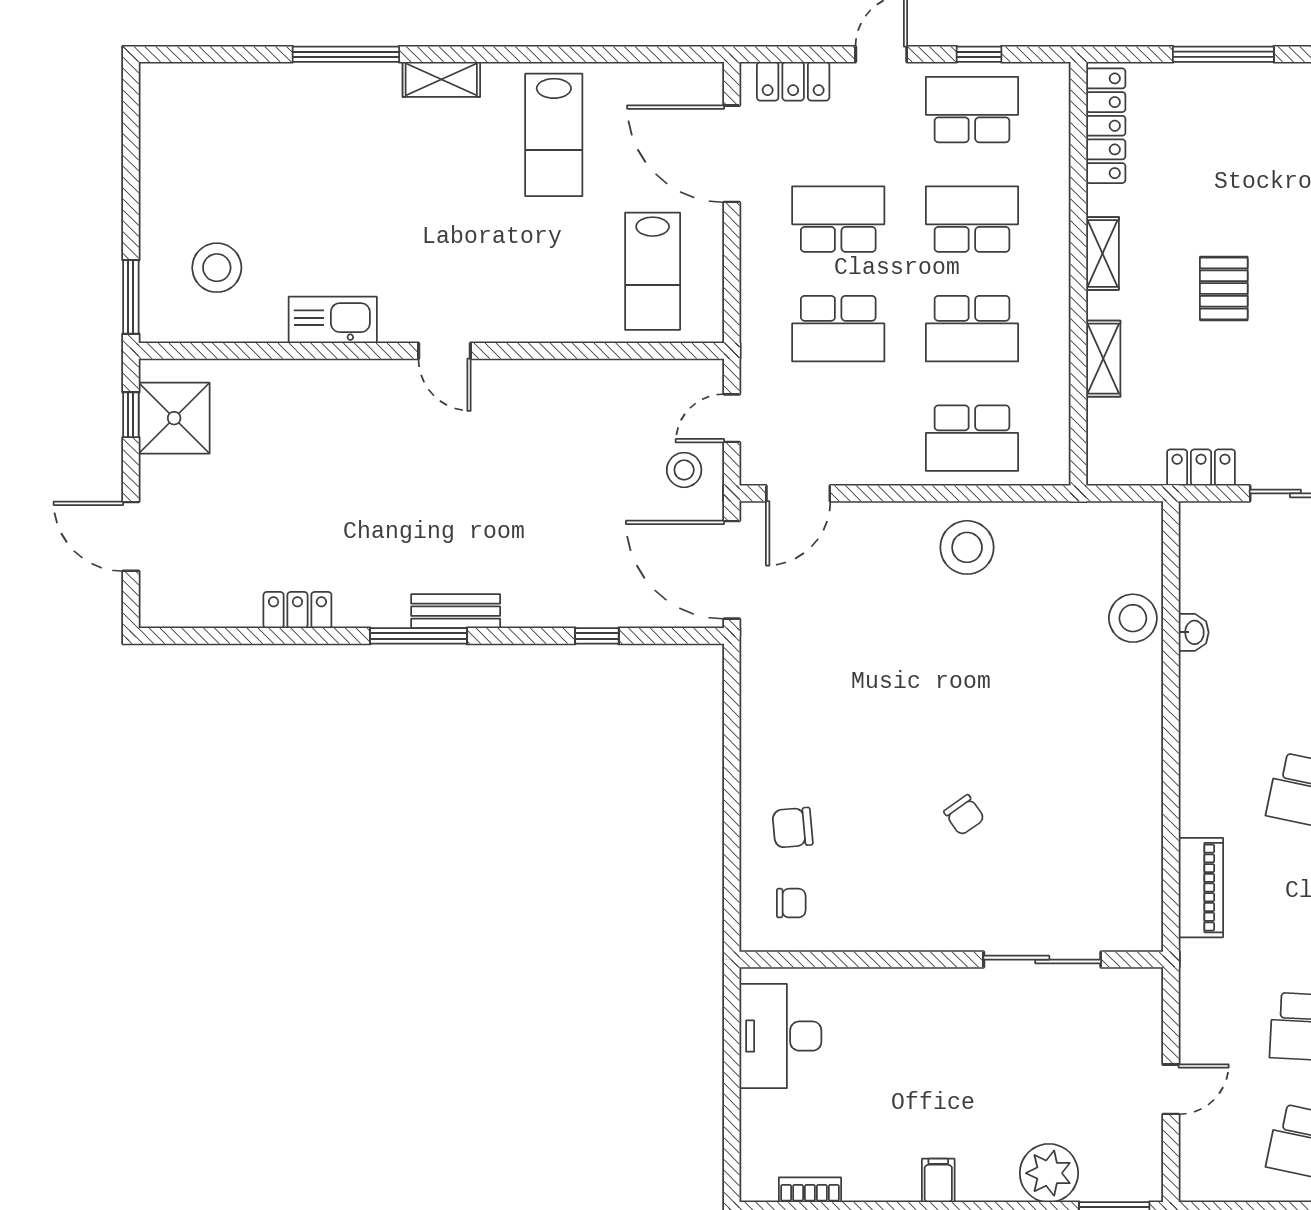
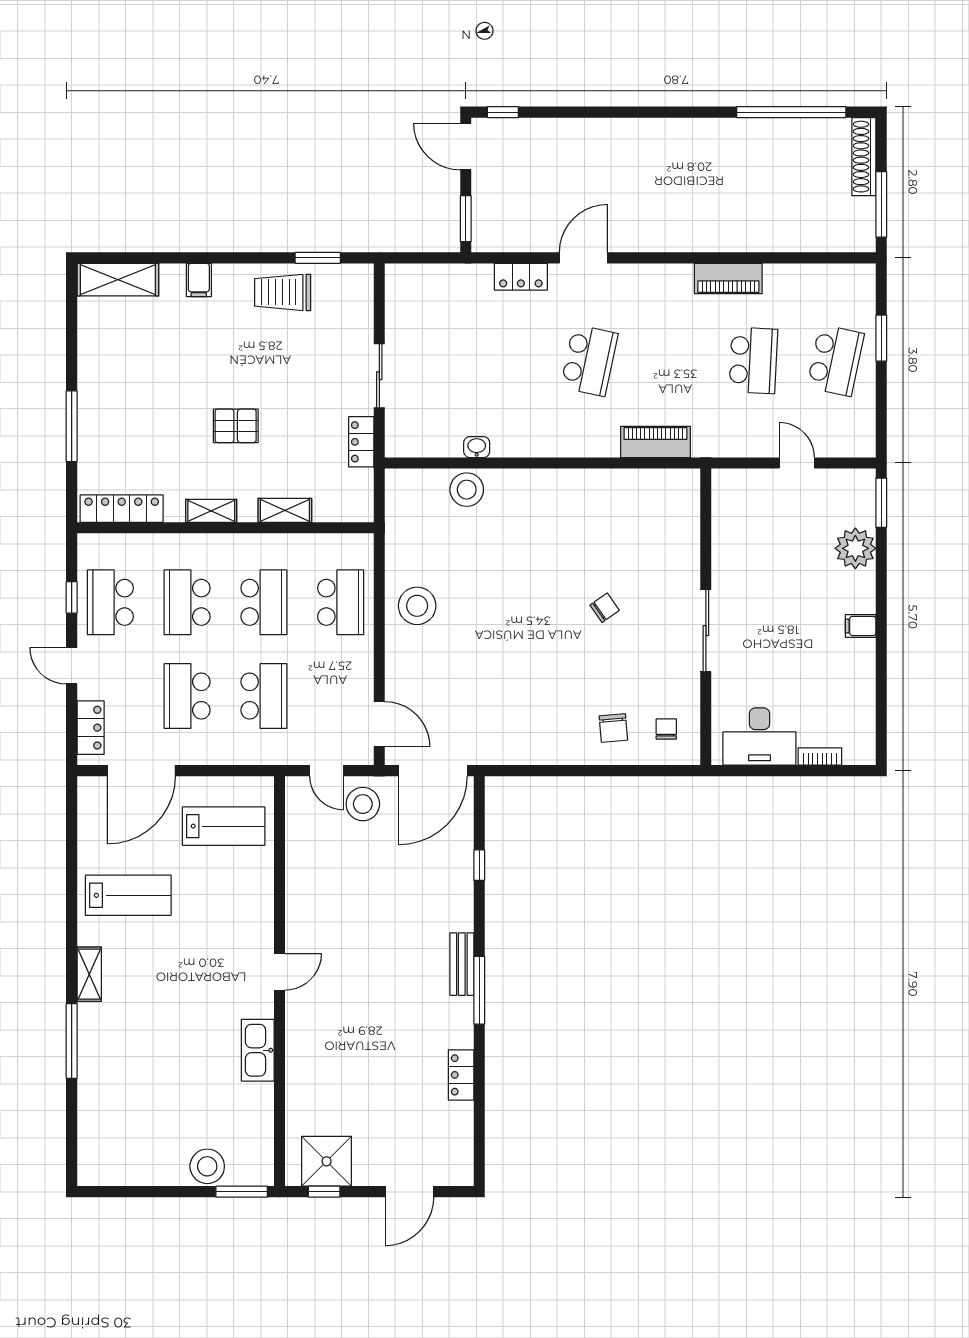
stool: (217, 268) -> (207, 1166), moved
stool: (684, 470) -> (363, 804), width x1.38, depth x1.38
sliding door: (1042, 960) -> (706, 631), moved
bookcase: (810, 1190) -> (820, 757), moved, turned 90

